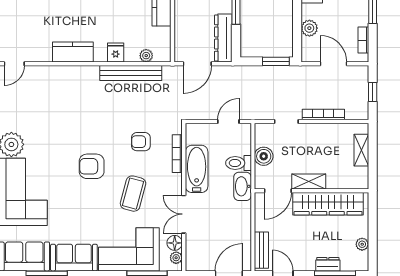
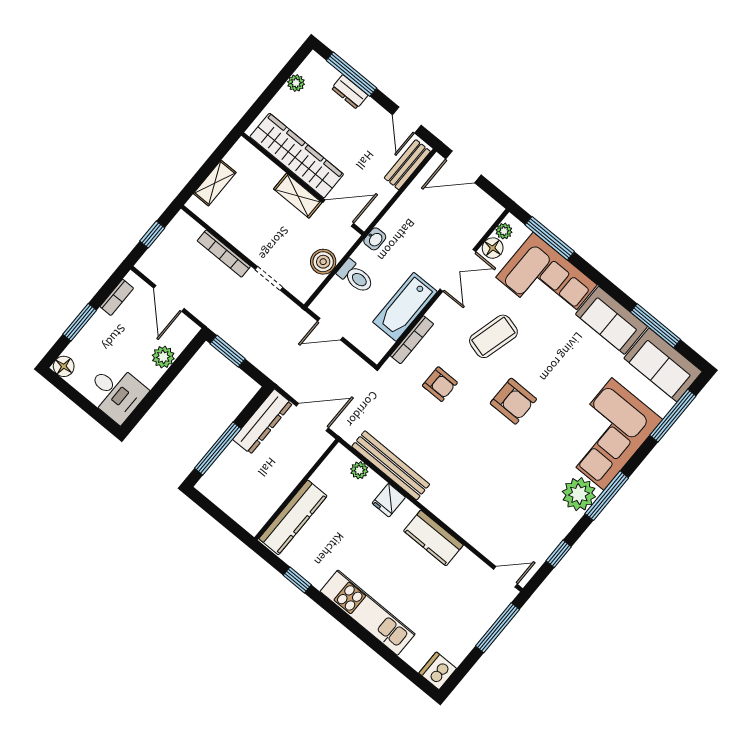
washbasin: (243, 186) -> (375, 239), width x0.52, depth x0.69

